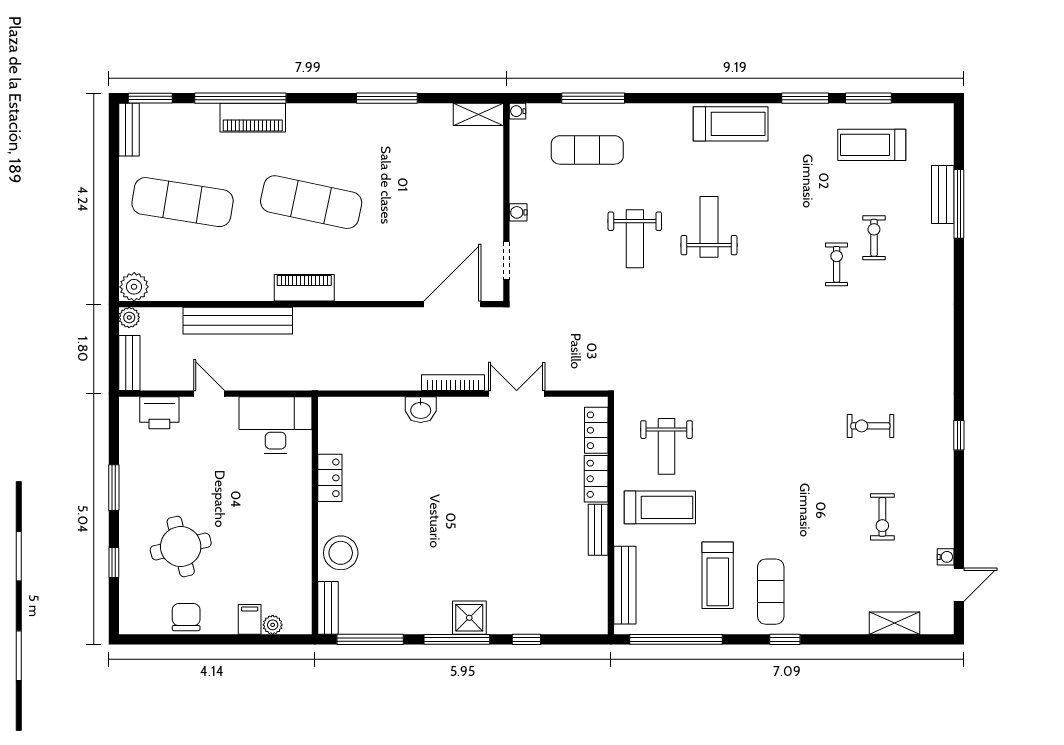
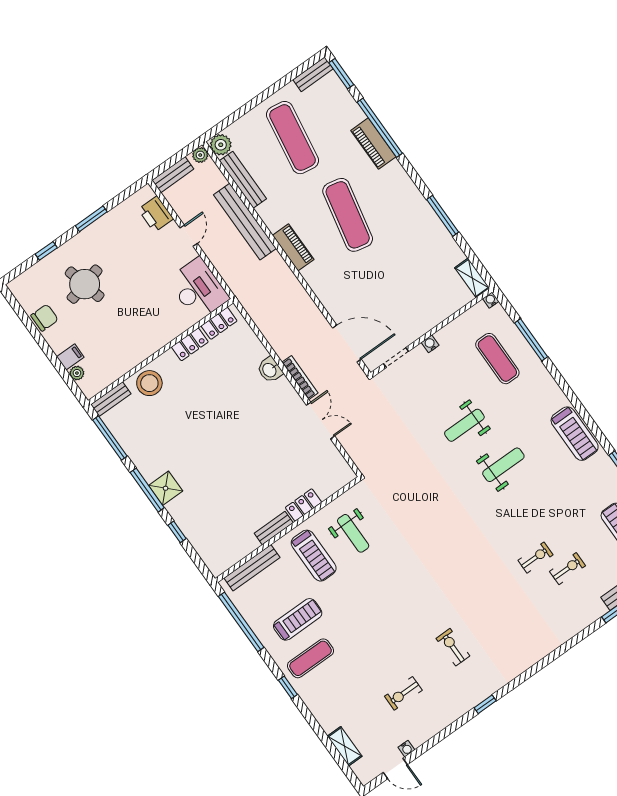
bench: (190, 290) -> (243, 180), added
locker: (596, 430) -> (219, 323), moved, turned 180
weight bench: (666, 446) -> (353, 533), turned -90
treadmill: (718, 575) -> (298, 619), turned 180

